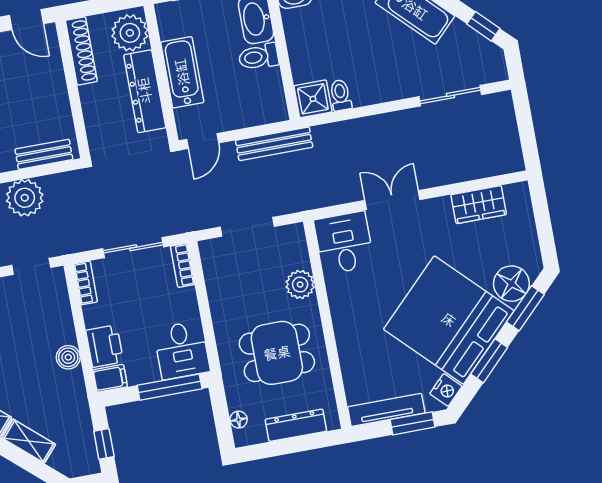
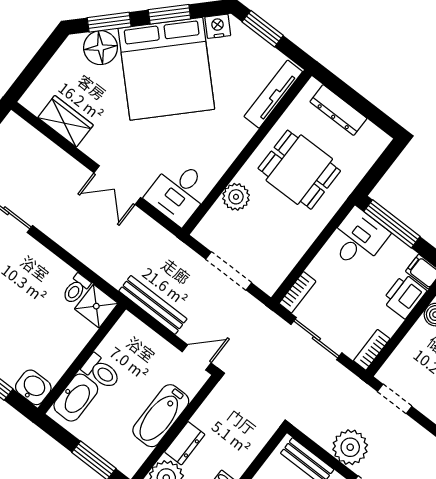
dresser: (145, 91) -> (185, 443), width x0.51, depth x0.80
tv unit: (386, 410) -> (273, 94), moved, turned 90
floor lamp: (239, 420) -> (371, 154), removed

